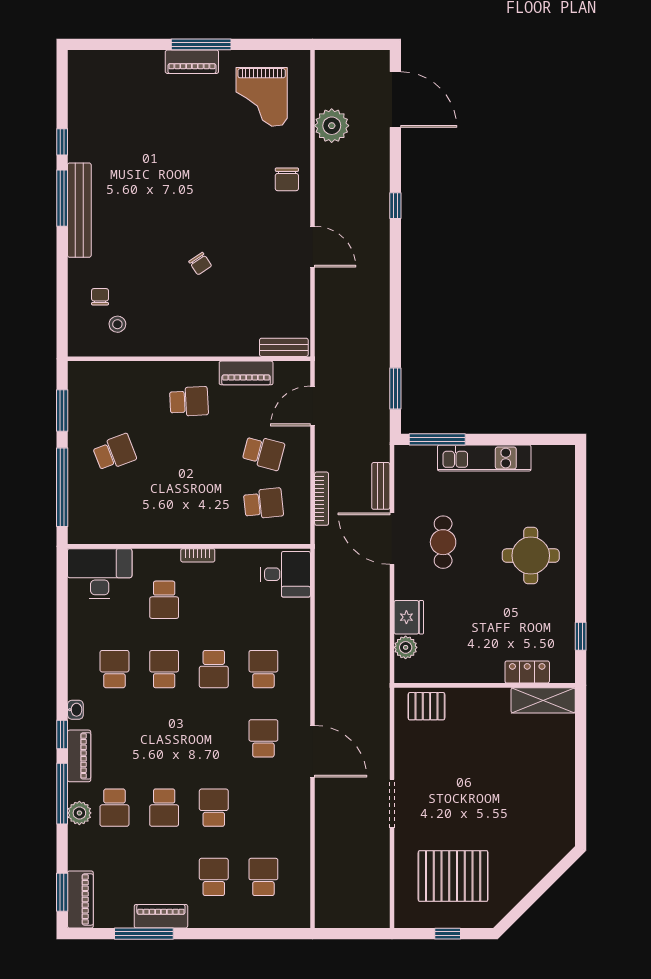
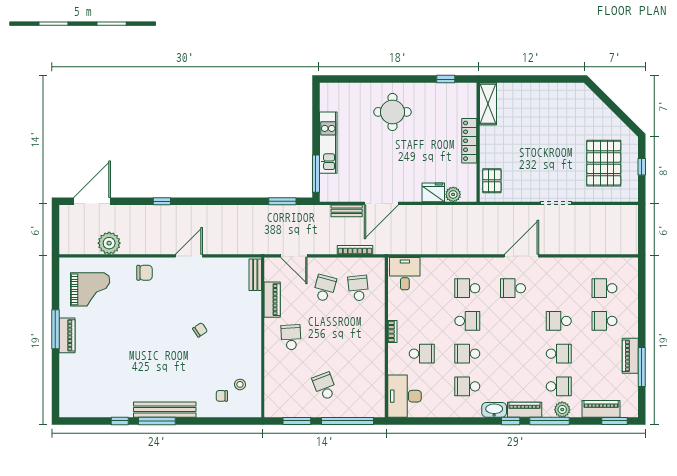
cafe table: (443, 542) -> (384, 170), removed
locker: (527, 672) -> (469, 141), moved, width x1.53
washbasin: (75, 710) -> (494, 410), width x1.91, depth x1.45
piano: (80, 899) -> (601, 409), moved

